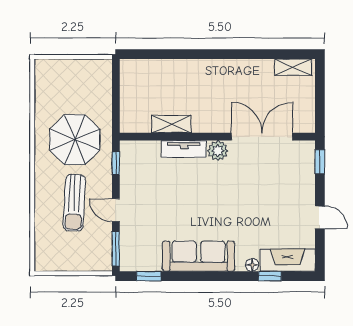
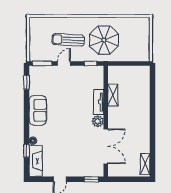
sofa: (199, 256) -> (38, 110), width x0.73

